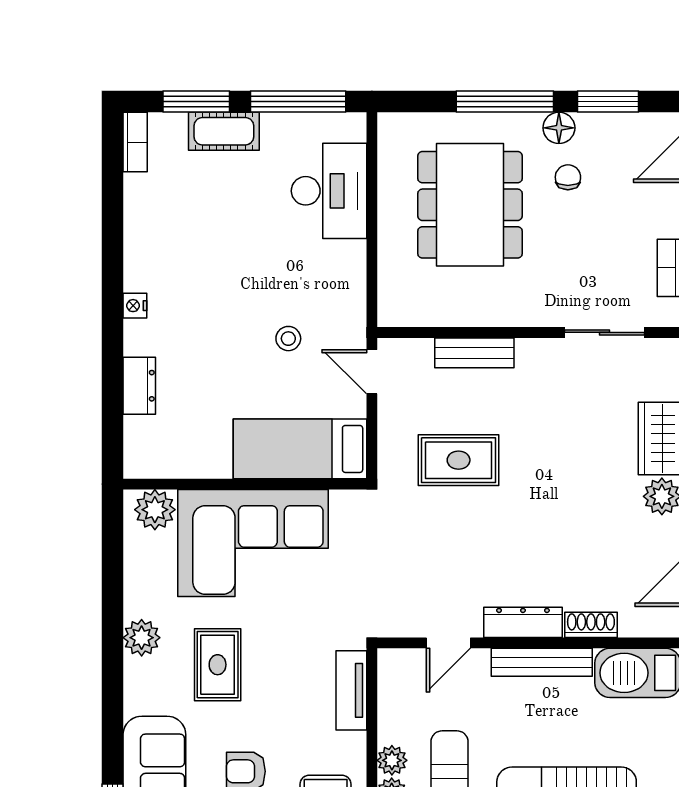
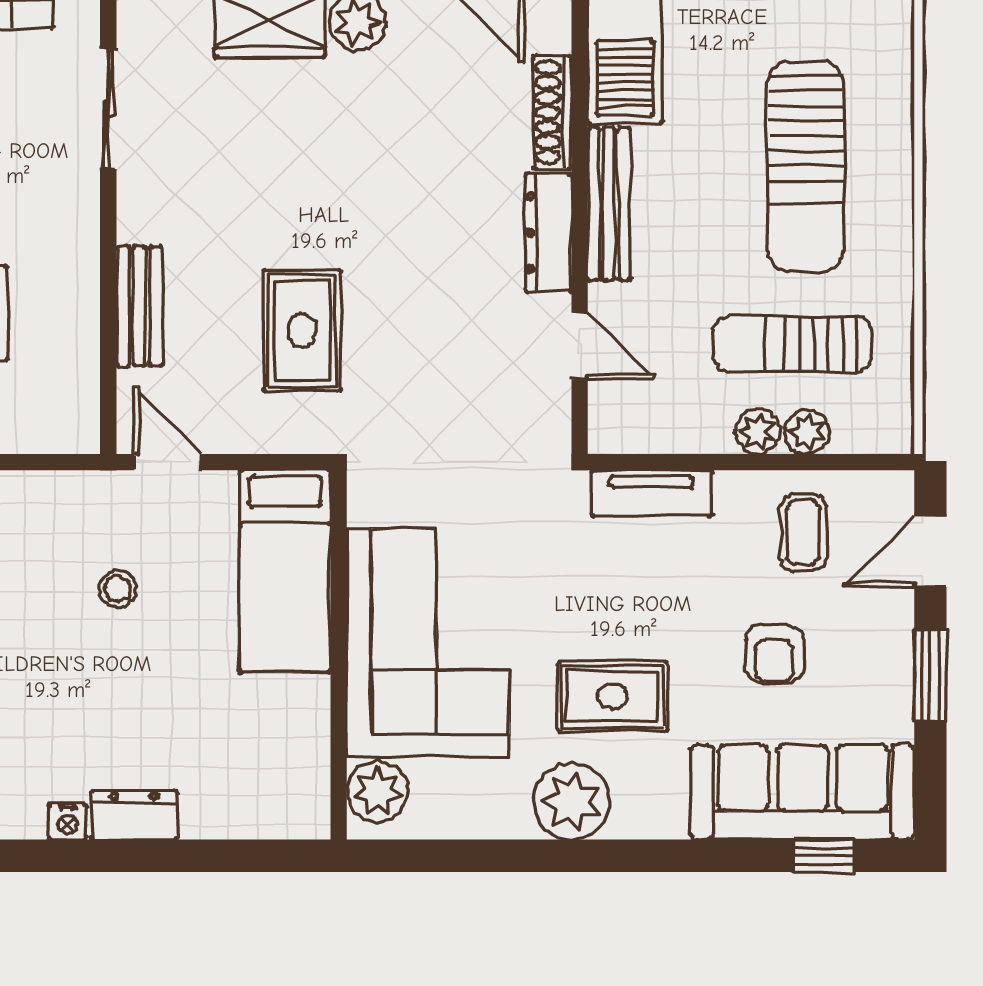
door: (372, 372) -> (168, 462), swing flipped
dresser: (139, 386) -> (134, 815), moved
shoe rack: (591, 625) -> (552, 112), width x1.43
plant: (142, 638) -> (572, 802), width x1.36, depth x1.36

